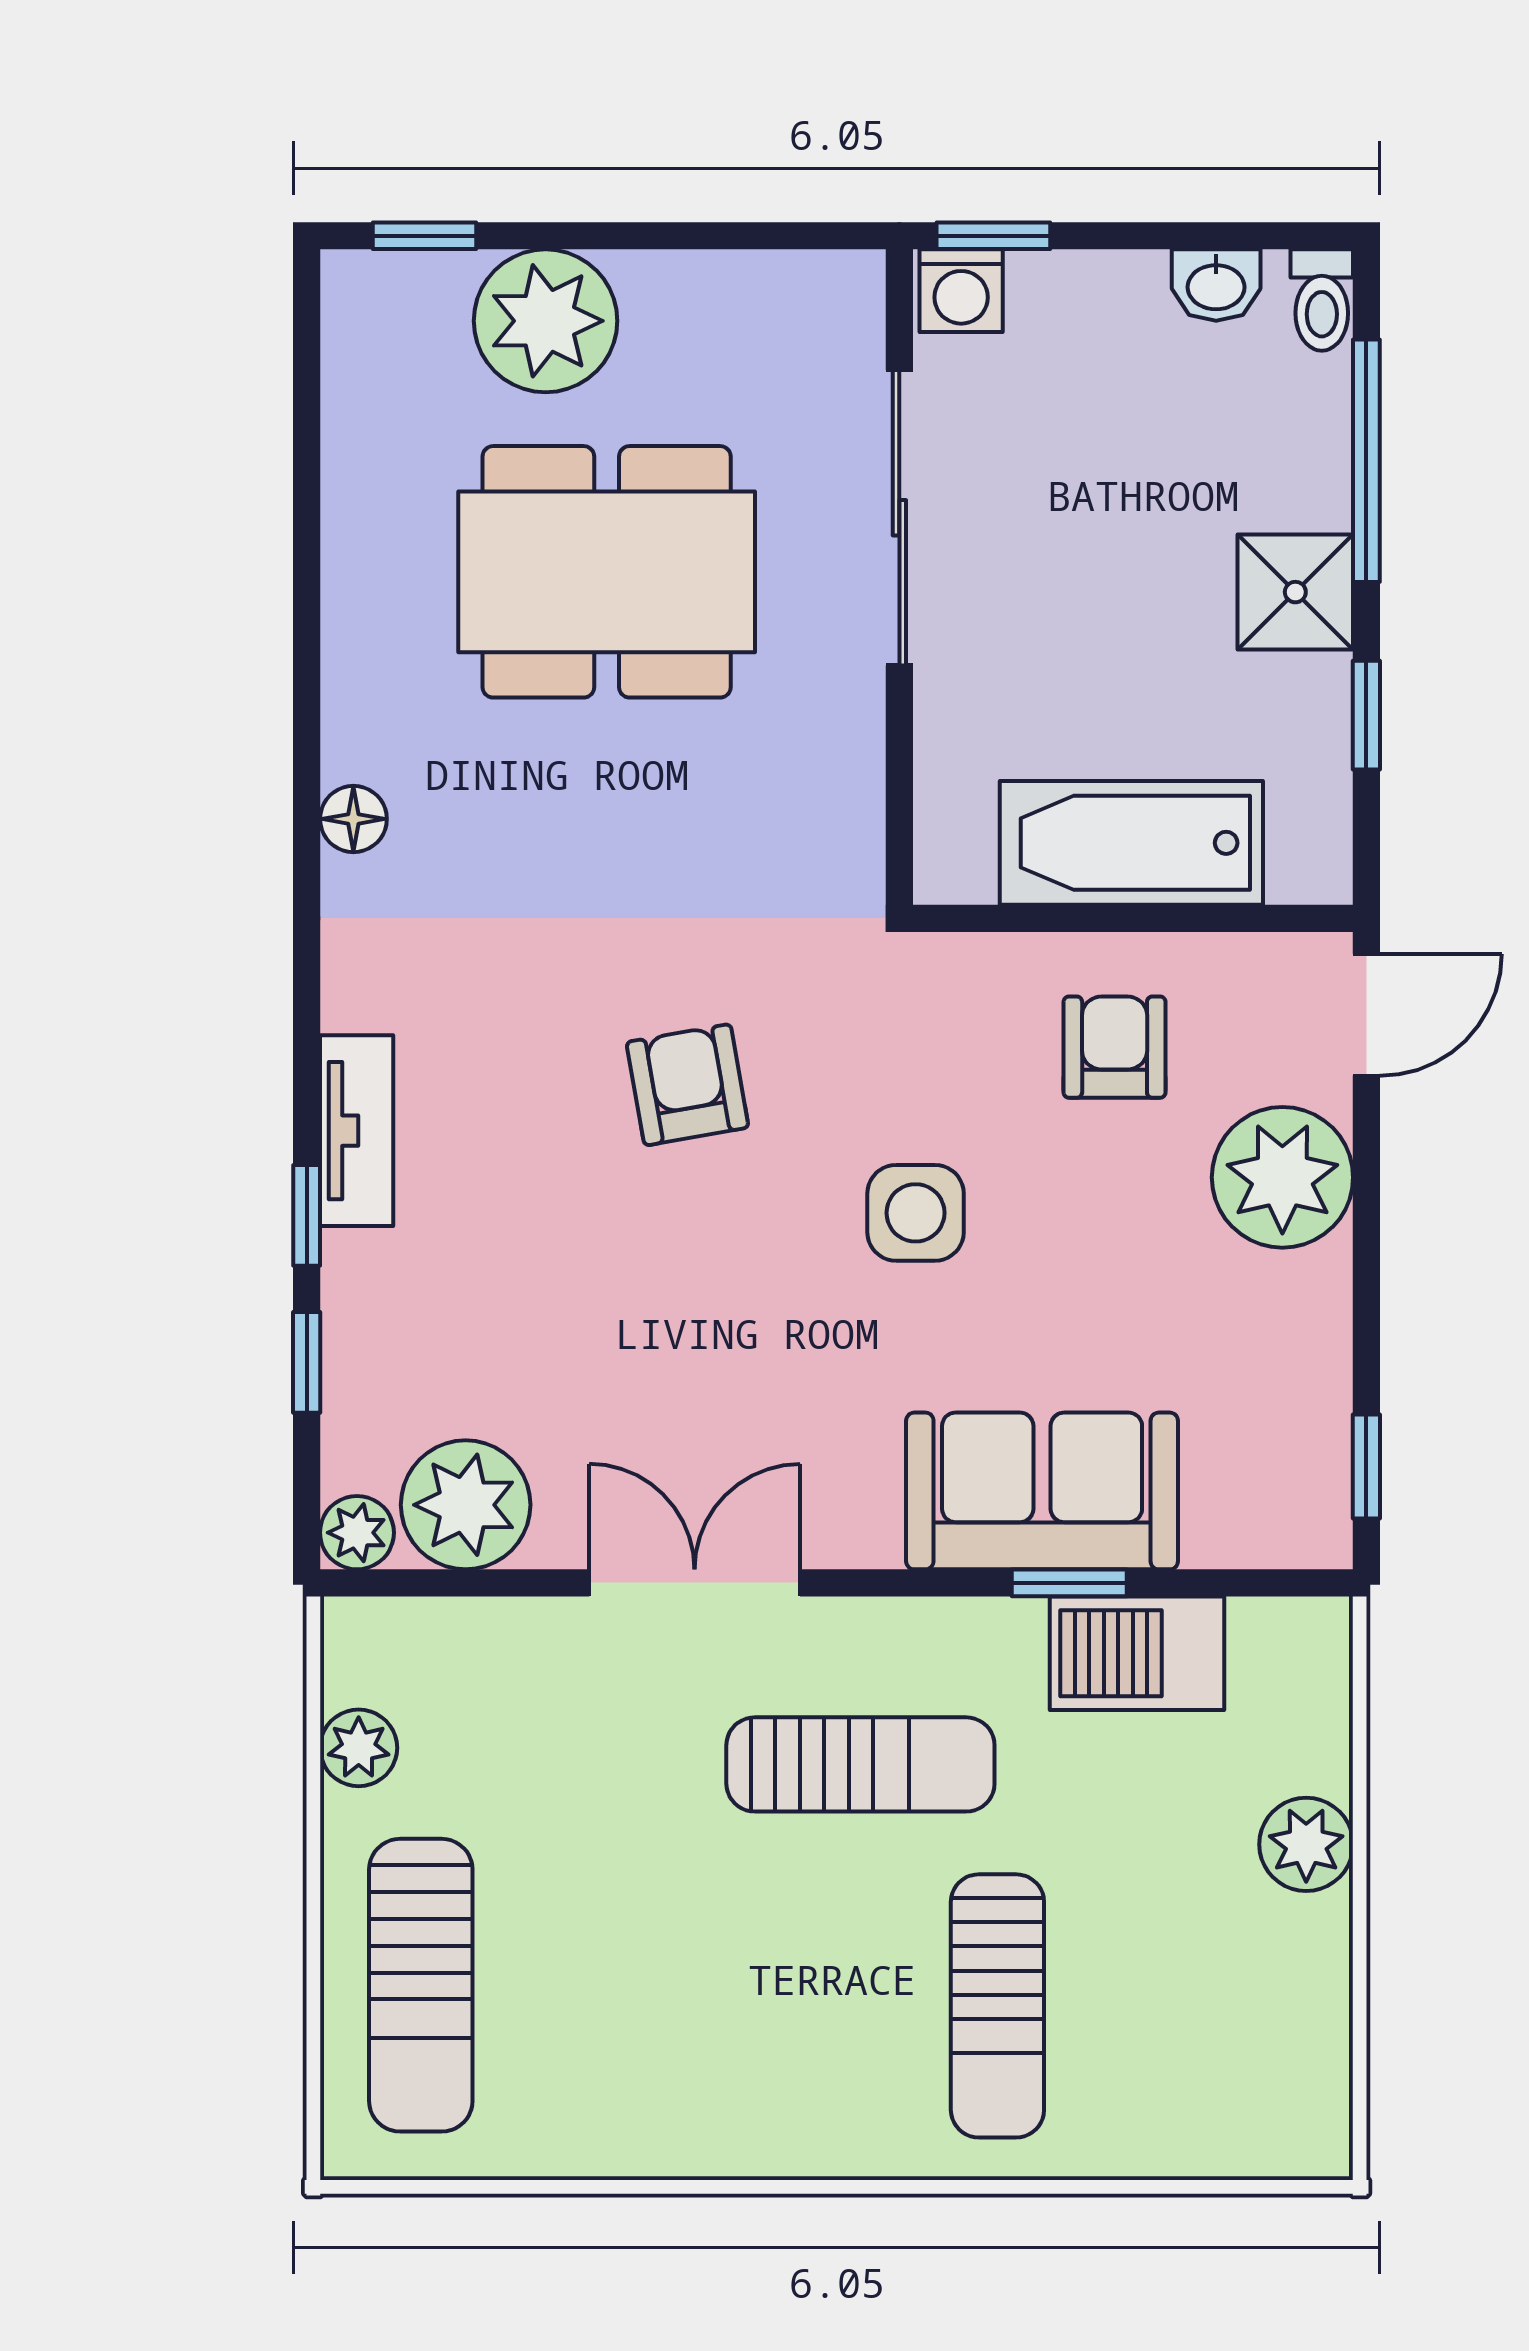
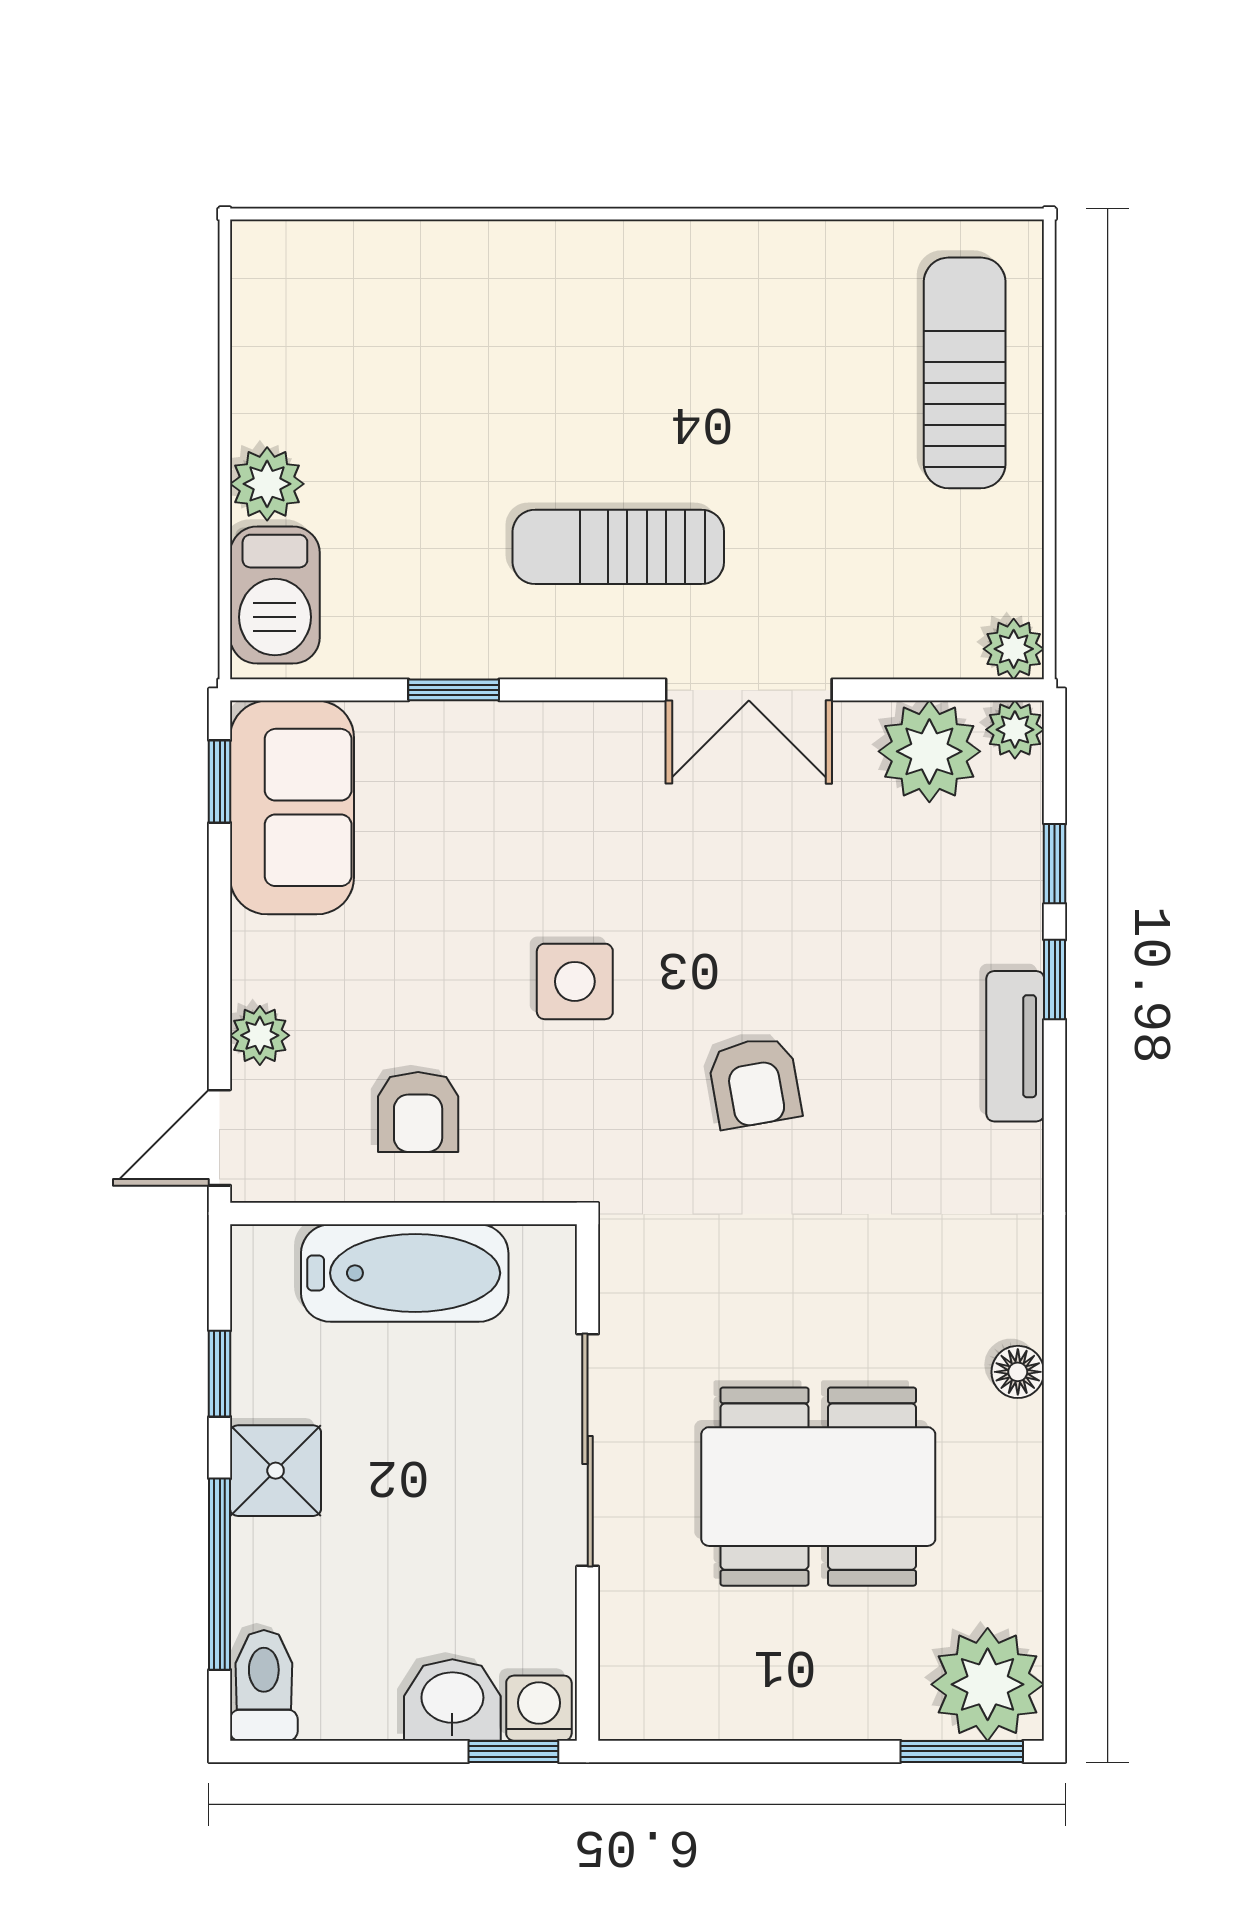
window: (424, 236) -> (962, 1751), width x1.50
washbasin: (1216, 285) -> (452, 1700), moved, width x1.38, depth x1.45
toilet: (1322, 300) -> (264, 1685), width x1.37, depth x1.39
plant: (546, 321) -> (988, 1684), moved
sliding door: (899, 518) -> (588, 1450), moved
floor lamp: (353, 819) -> (1018, 1372), moved
plant: (1282, 1177) -> (260, 1035), width x0.53, depth x0.53
sofa: (1042, 1491) -> (292, 807), moved, turned -90
barbecue: (1137, 1653) -> (275, 595), moved, turned 90
plant: (359, 1748) -> (1014, 649), moved
sun lounger: (997, 2006) -> (510, 357), removed

